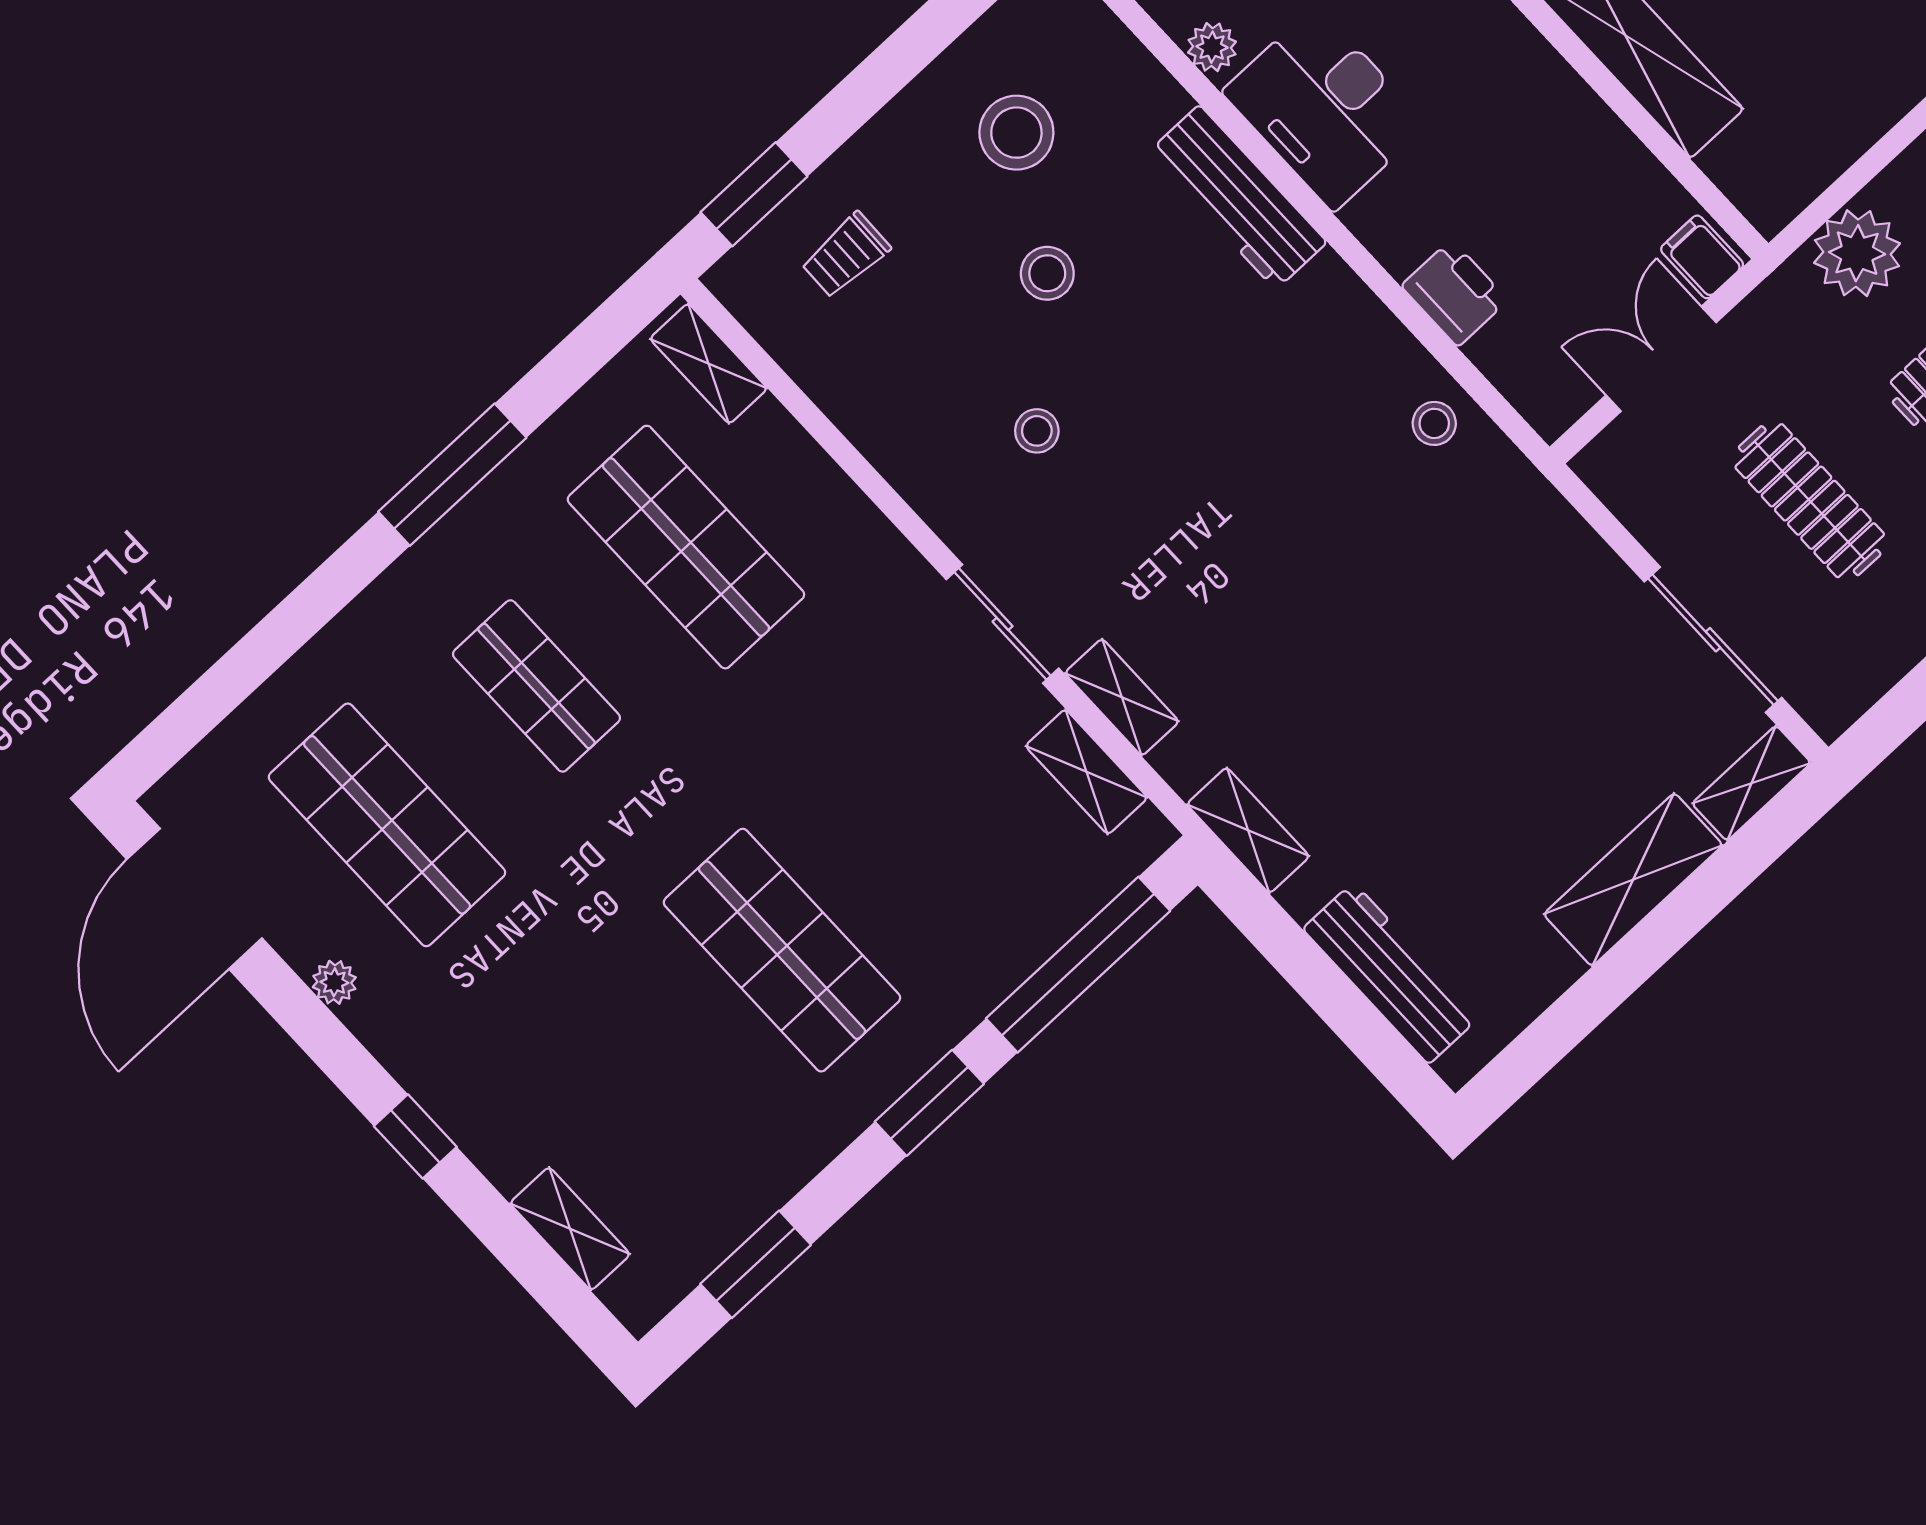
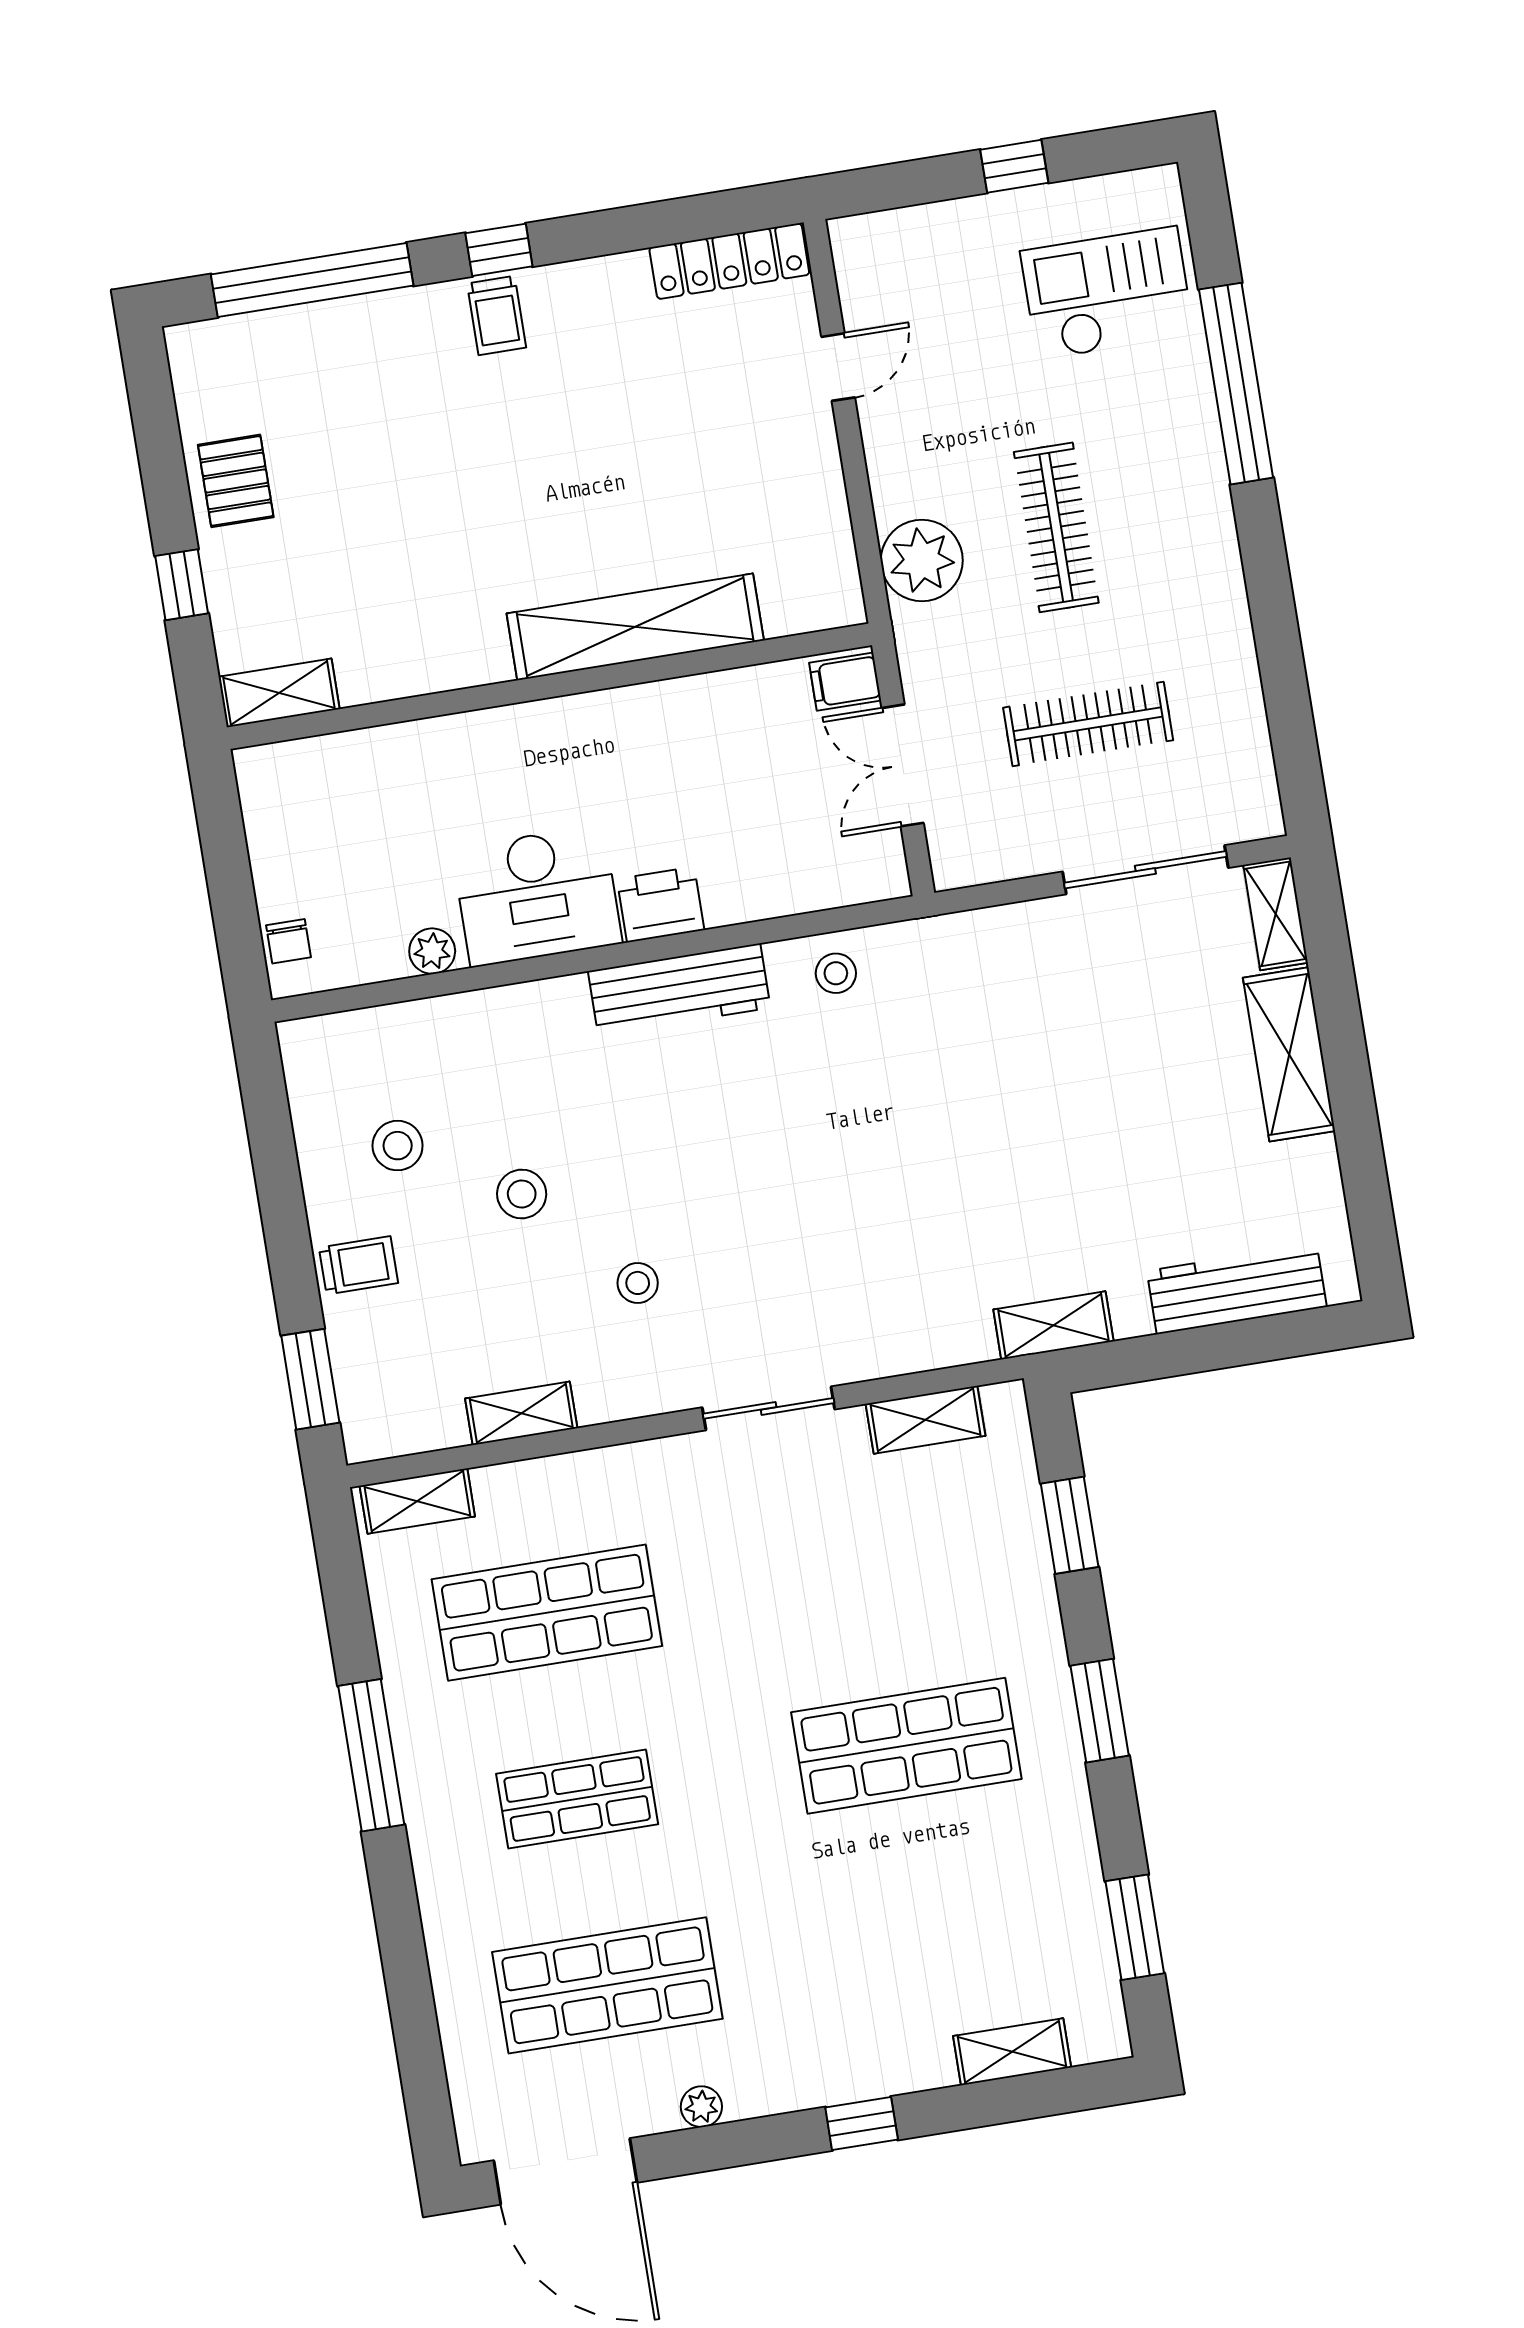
stool: (1016, 133) -> (398, 1146), width x0.73, depth x0.73
workbench: (1237, 197) -> (679, 989), moved
trolley: (846, 255) -> (358, 1265), moved, turned -91
printer: (1455, 293) -> (661, 905), moved
shelving: (1122, 697) -> (521, 1413), moved
window: (1078, 965) -> (1070, 1525), width x0.47

